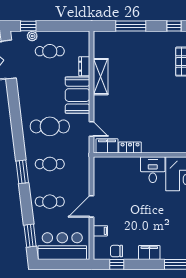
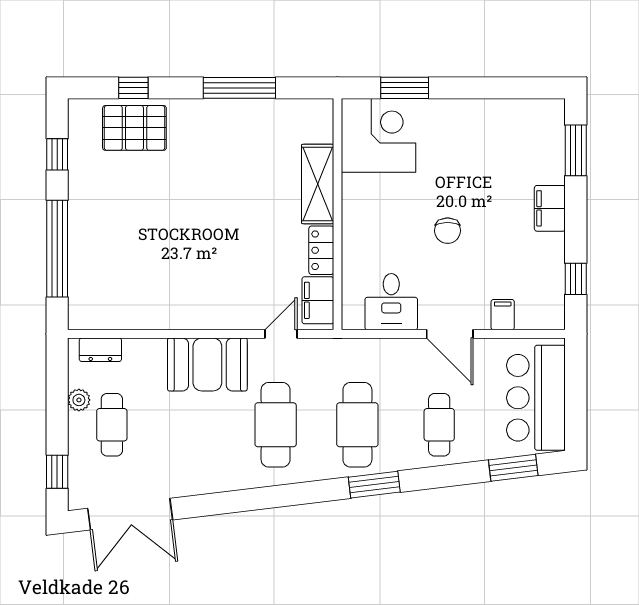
window: (131, 26) -> (57, 249), width x1.46
plant: (32, 36) -> (79, 400), moved
dresser: (84, 66) -> (100, 350), moved
shelving: (101, 77) -> (318, 184), moved, turned 90
cafe table: (50, 164) -> (357, 425), width x1.37, depth x1.35
desk: (153, 170) -> (391, 302), moved, turned -90
chair: (116, 251) -> (448, 231), moved

